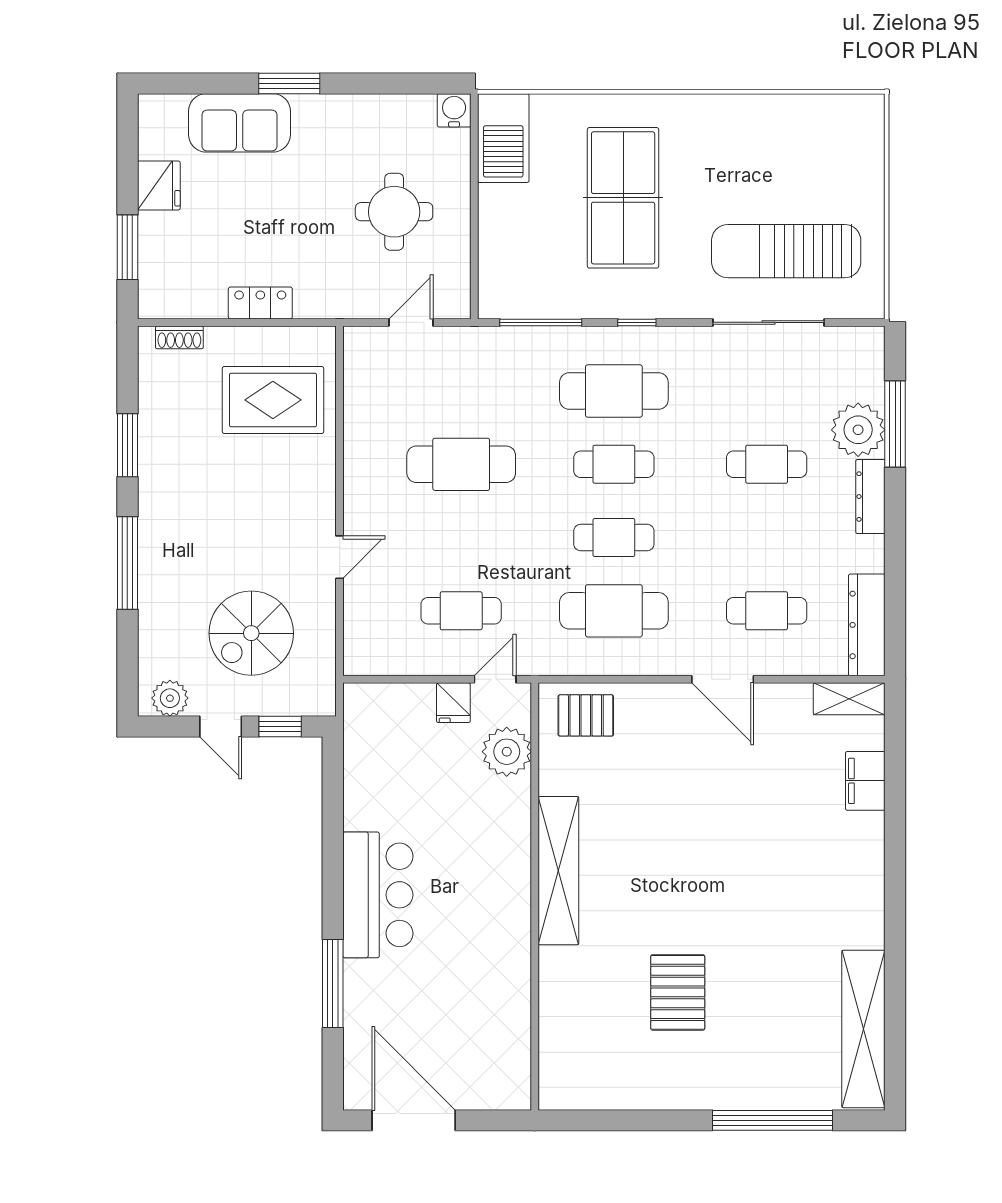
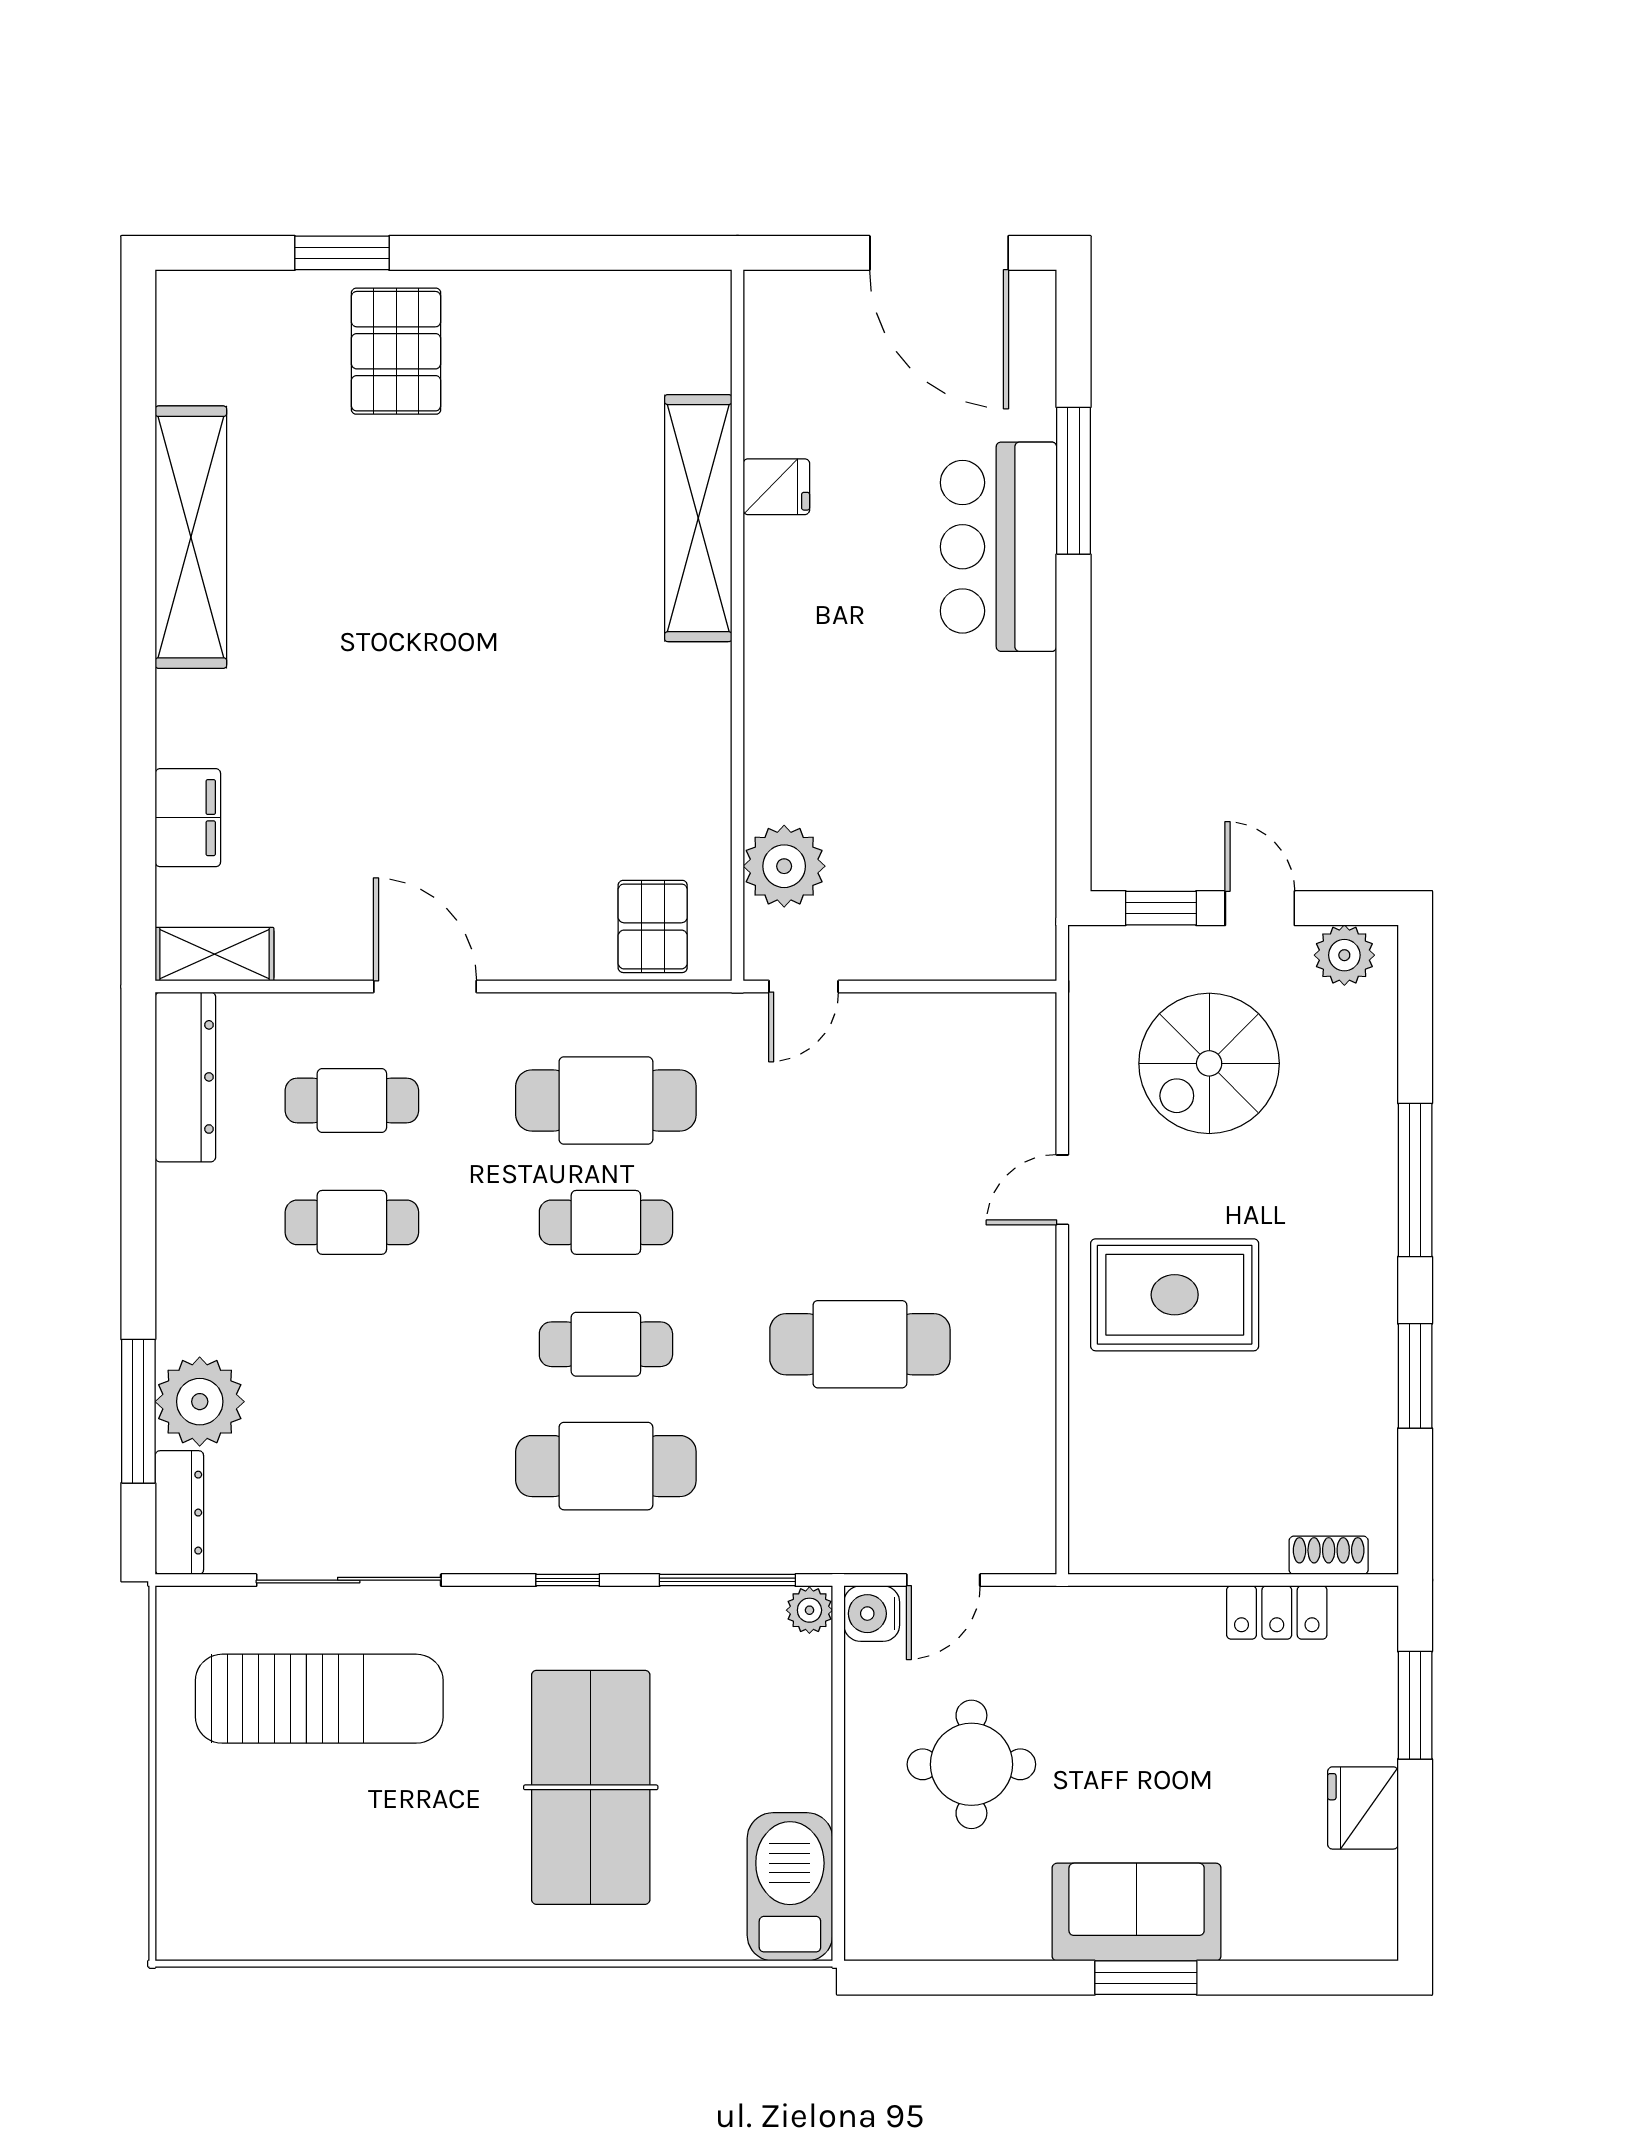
water cooler: (454, 110) -> (872, 1614), moved, turned 90
sofa: (240, 123) -> (1137, 1912), moved
locker: (260, 303) -> (1277, 1612), moved
plant: (491, 304) -> (809, 1610), added
rug: (273, 400) -> (1175, 1295), moved
cafe table: (767, 464) -> (352, 1222), moved
dresser: (870, 497) -> (179, 1513), moved
cafe table: (461, 611) -> (860, 1101), removed
spiral stairs: (251, 633) -> (1209, 1063), turned 180
fridge: (453, 703) -> (776, 487), moved, turned 90
pallet: (586, 715) -> (653, 926), turned 90
shelving: (558, 871) -> (698, 518), moved
bar counter: (378, 895) -> (999, 547), moved
pallet: (678, 992) -> (396, 351), moved
shelving: (863, 1029) -> (191, 537), moved
window: (773, 1120) -> (342, 253), width x0.47

